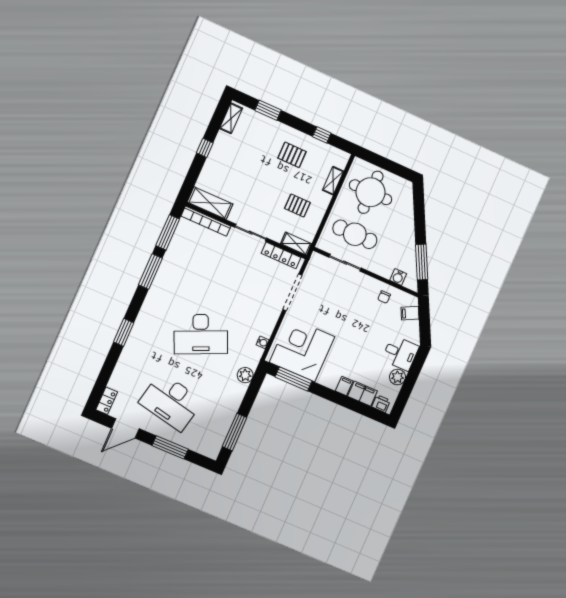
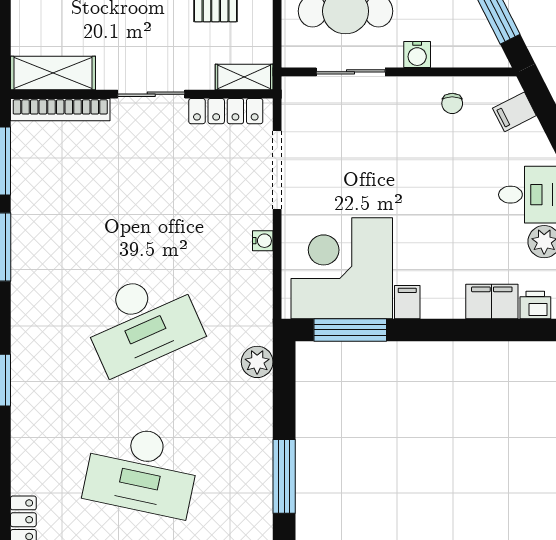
water cooler: (398, 277) -> (417, 54), moved
water cooler: (263, 342) -> (263, 241), moved
filing cabinet: (344, 386) -> (407, 302), moved

